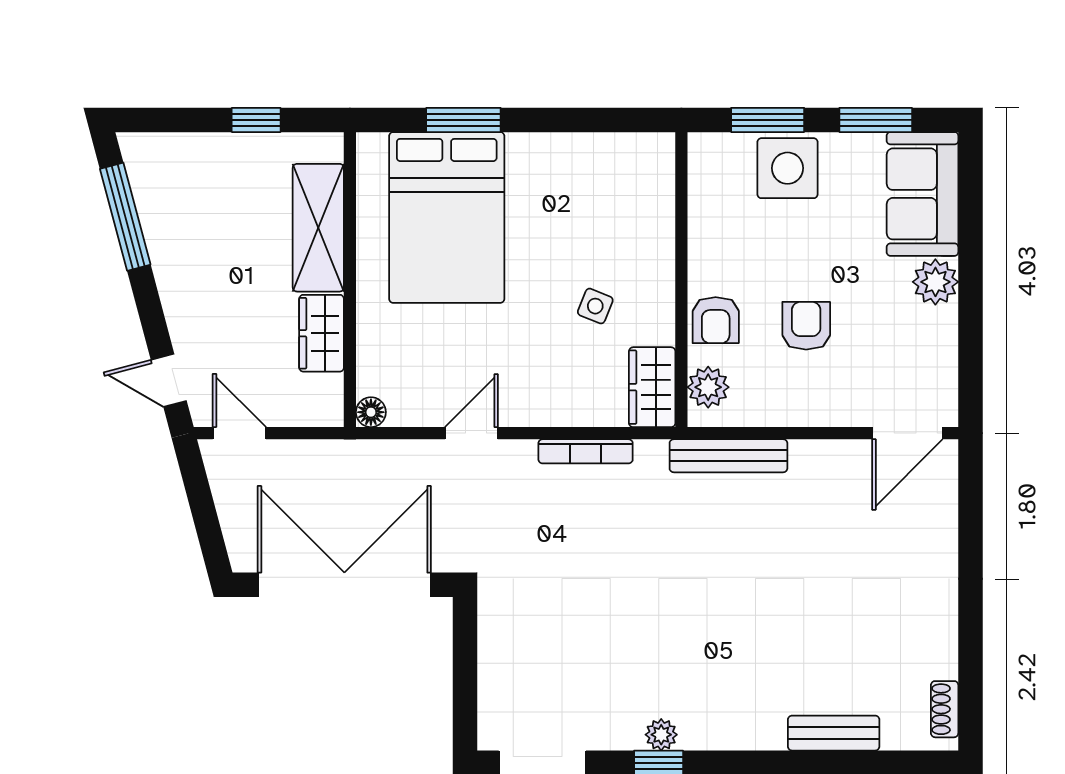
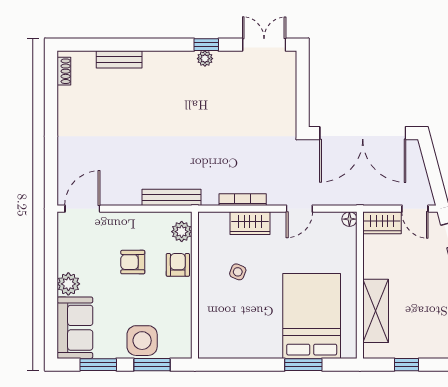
armchair: (806, 326) -> (133, 262), turned 90
wardrobe: (322, 333) -> (382, 223), moved, turned 90
wardrobe: (652, 387) -> (250, 223), moved, turned 90

